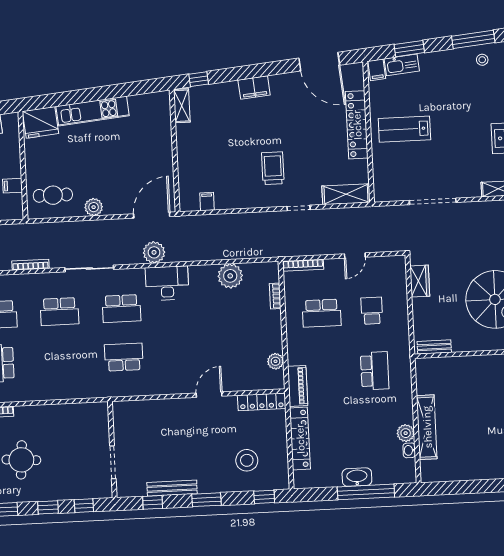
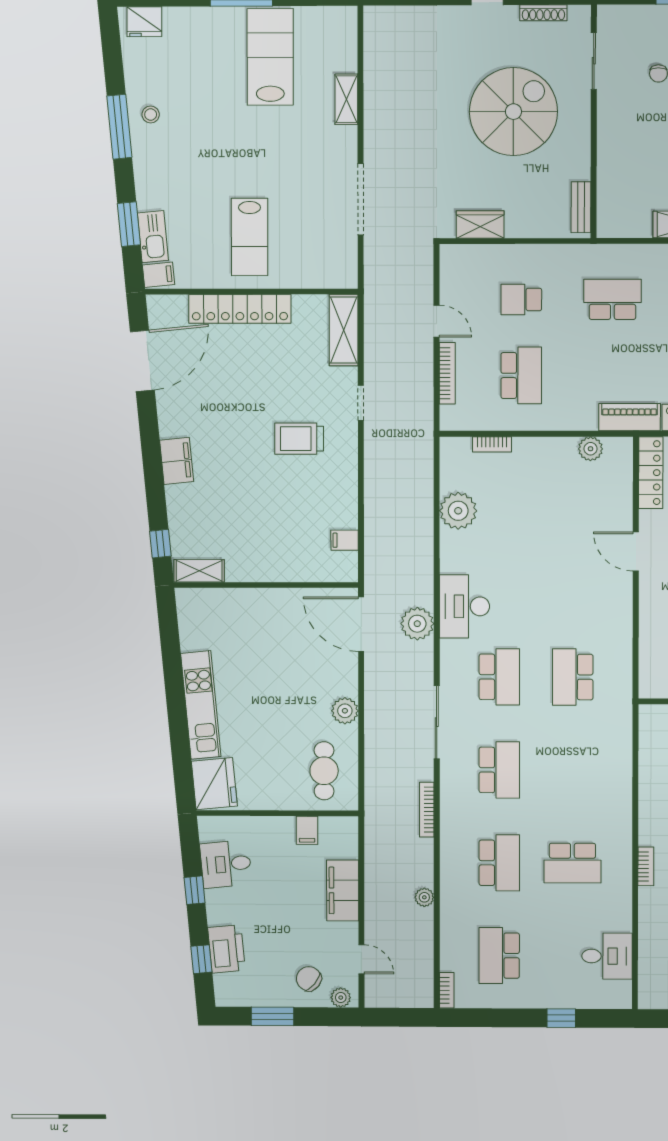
bookcase: (303, 265) -> (447, 373), moved

